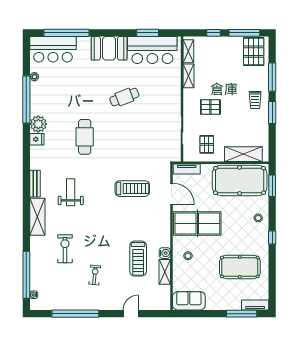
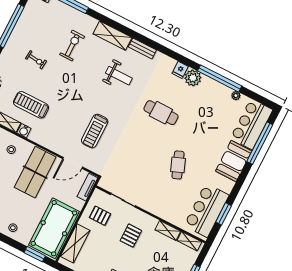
booth: (109, 48) -> (234, 161), moved
exercise bike: (65, 249) -> (72, 45), turned -90

